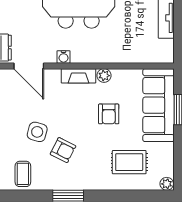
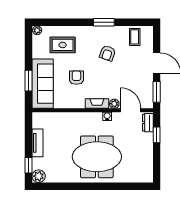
plant: (104, 76) -> (114, 104), moved
side table: (37, 132) -> (125, 65), removed
armchair: (63, 150) -> (107, 53), turned -98

